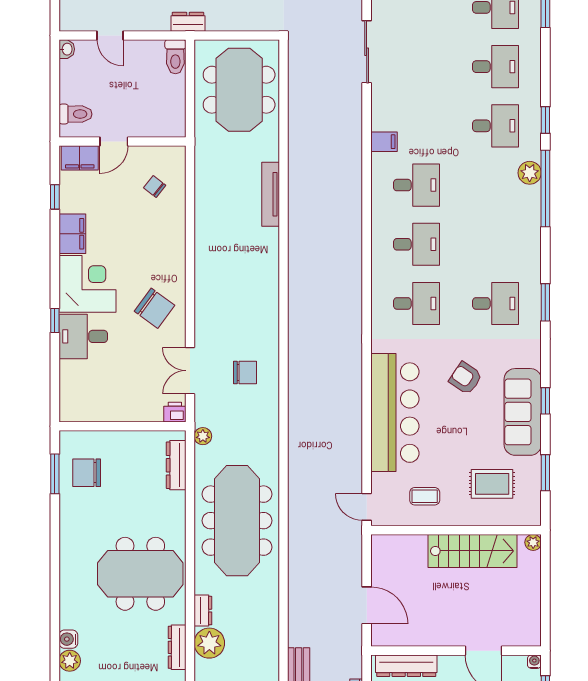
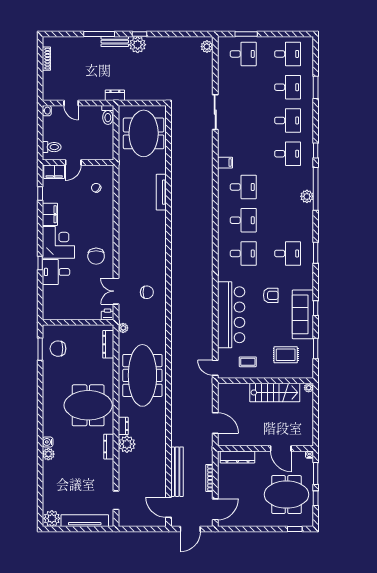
plant: (530, 173) -> (307, 196), moved
chair: (154, 308) -> (96, 256), turned 54
armchair: (466, 378) -> (271, 295), turned 146

